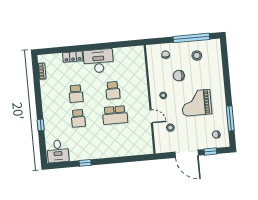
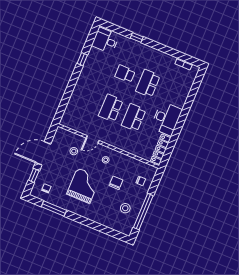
locker: (73, 57) -> (161, 149), moved, width x1.53
school desk: (113, 90) -> (134, 118), width x1.85
school desk: (76, 94) -> (148, 83), width x1.85

